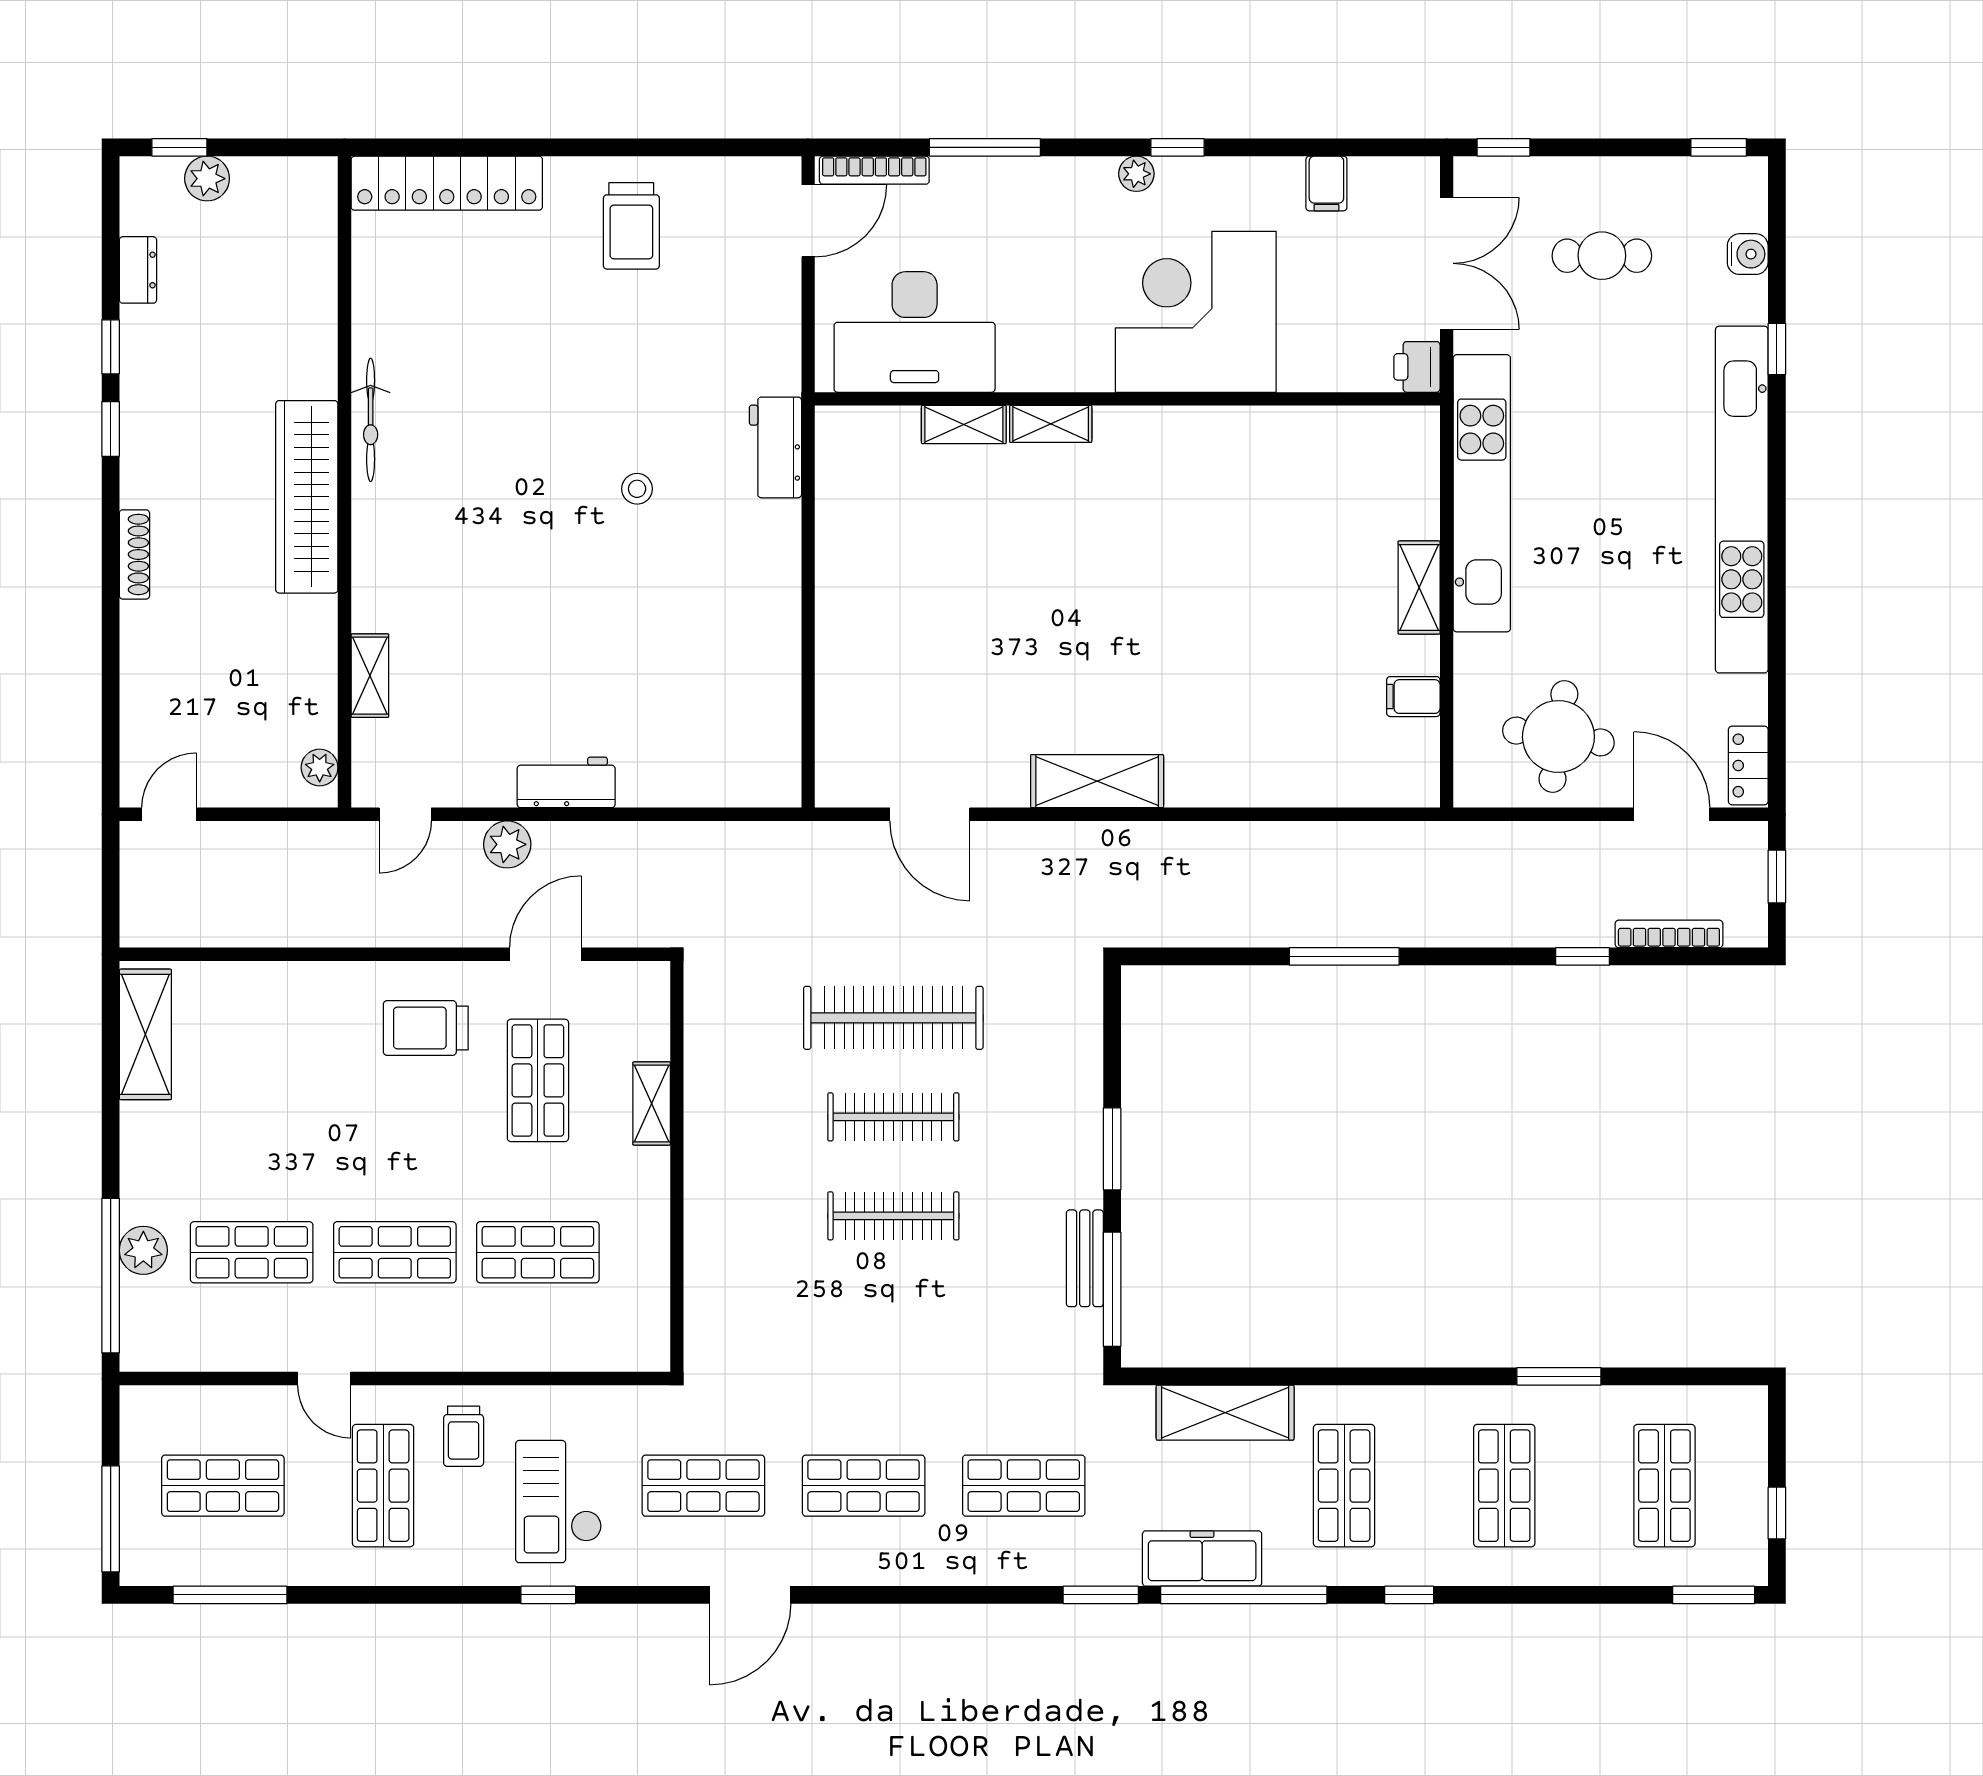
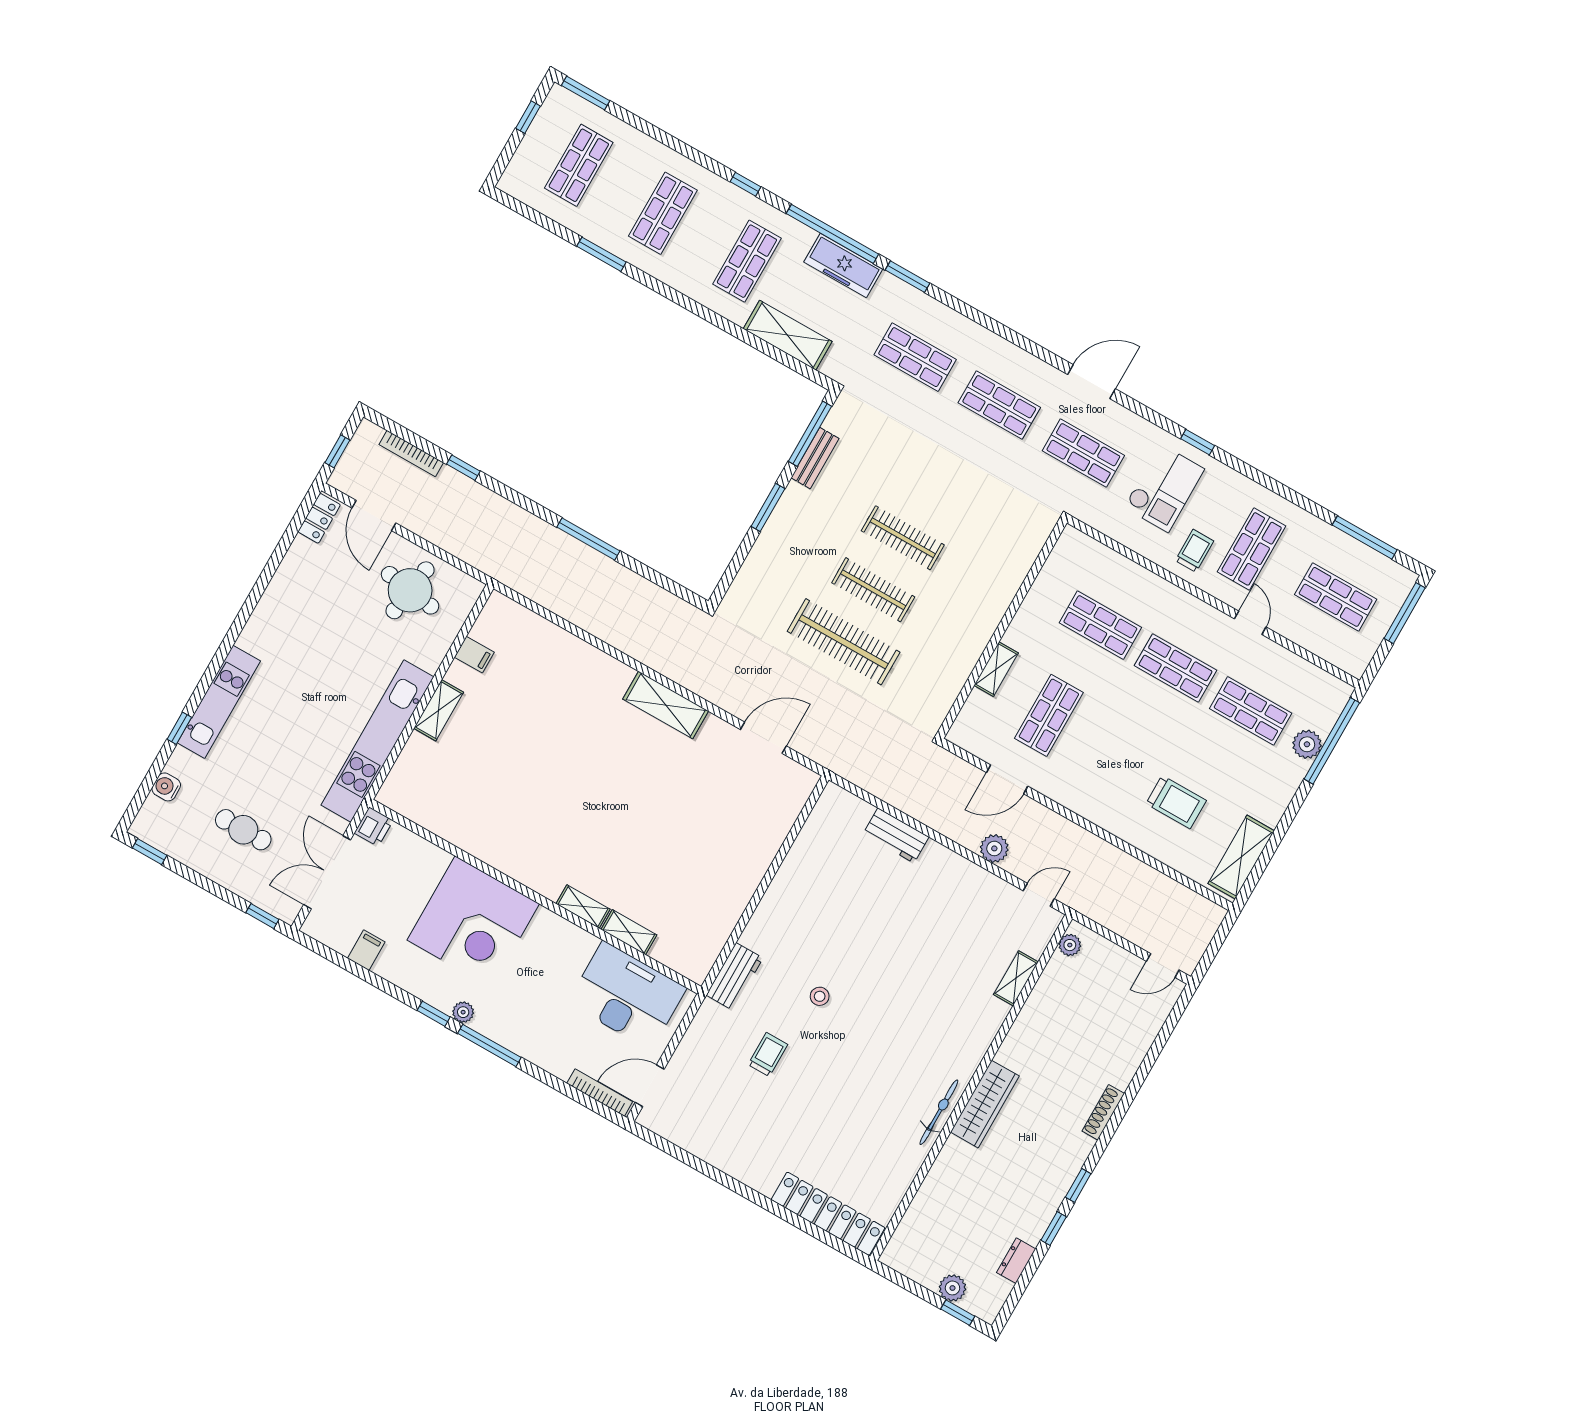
window: (985, 147) -> (489, 1045), moved
trolley: (631, 226) -> (768, 1054), moved, width x0.73, depth x0.72
wardrobe: (307, 497) -> (985, 1104), width x0.71, depth x0.85
kitchen unit: (1742, 500) -> (219, 702), width x0.54
workbench: (566, 782) -> (896, 835), moved
door: (930, 814) -> (763, 738), hinge flipped
trolley: (426, 1028) -> (1176, 802), moved

